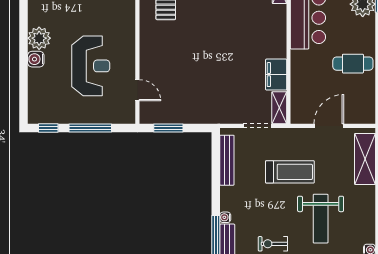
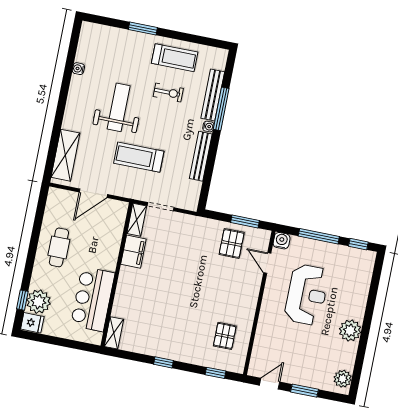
water cooler: (36, 59) -> (282, 241), moved, turned -90
cafe table: (353, 64) -> (59, 247), turned 90
reception desk: (91, 66) -> (307, 295), turned 180
pallet: (178, 103) -> (232, 243), added
bench: (227, 160) -> (201, 156), moved

